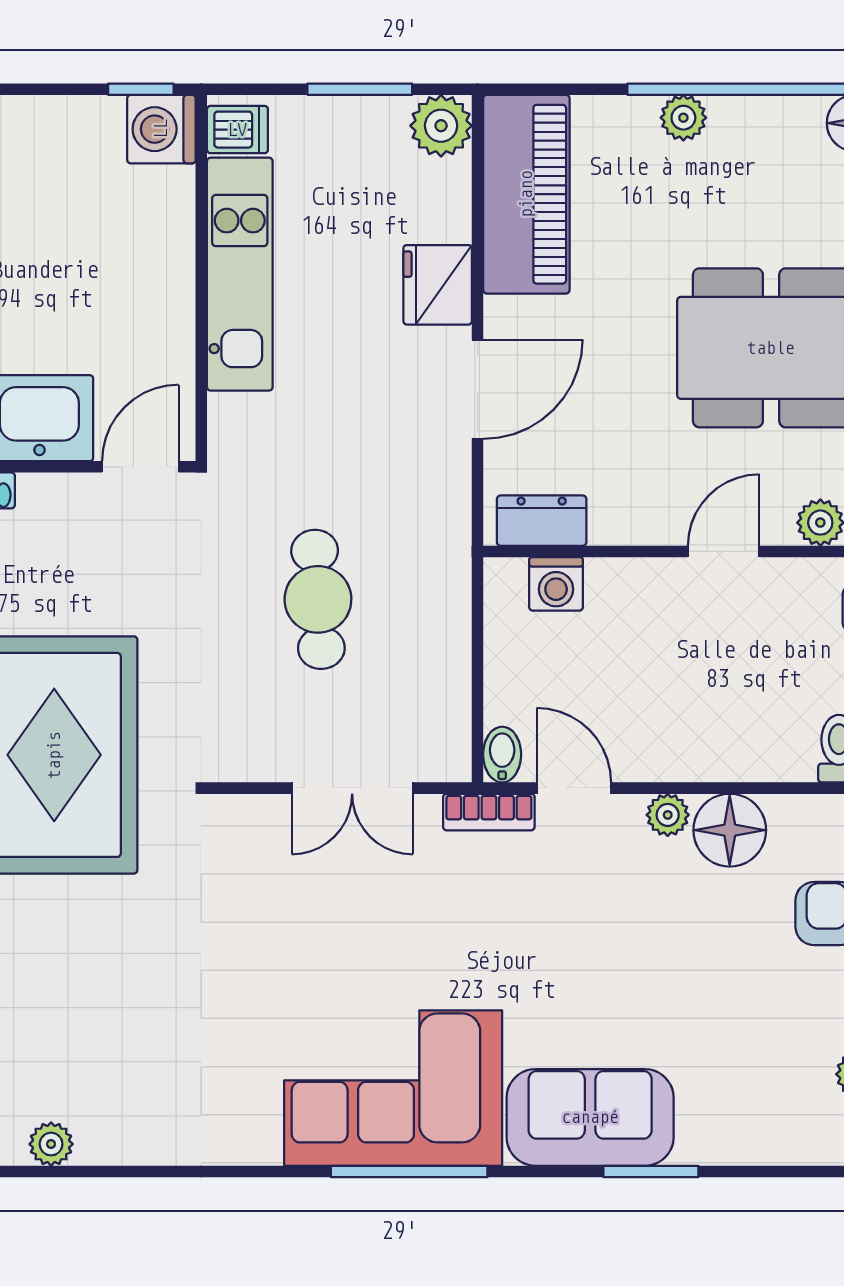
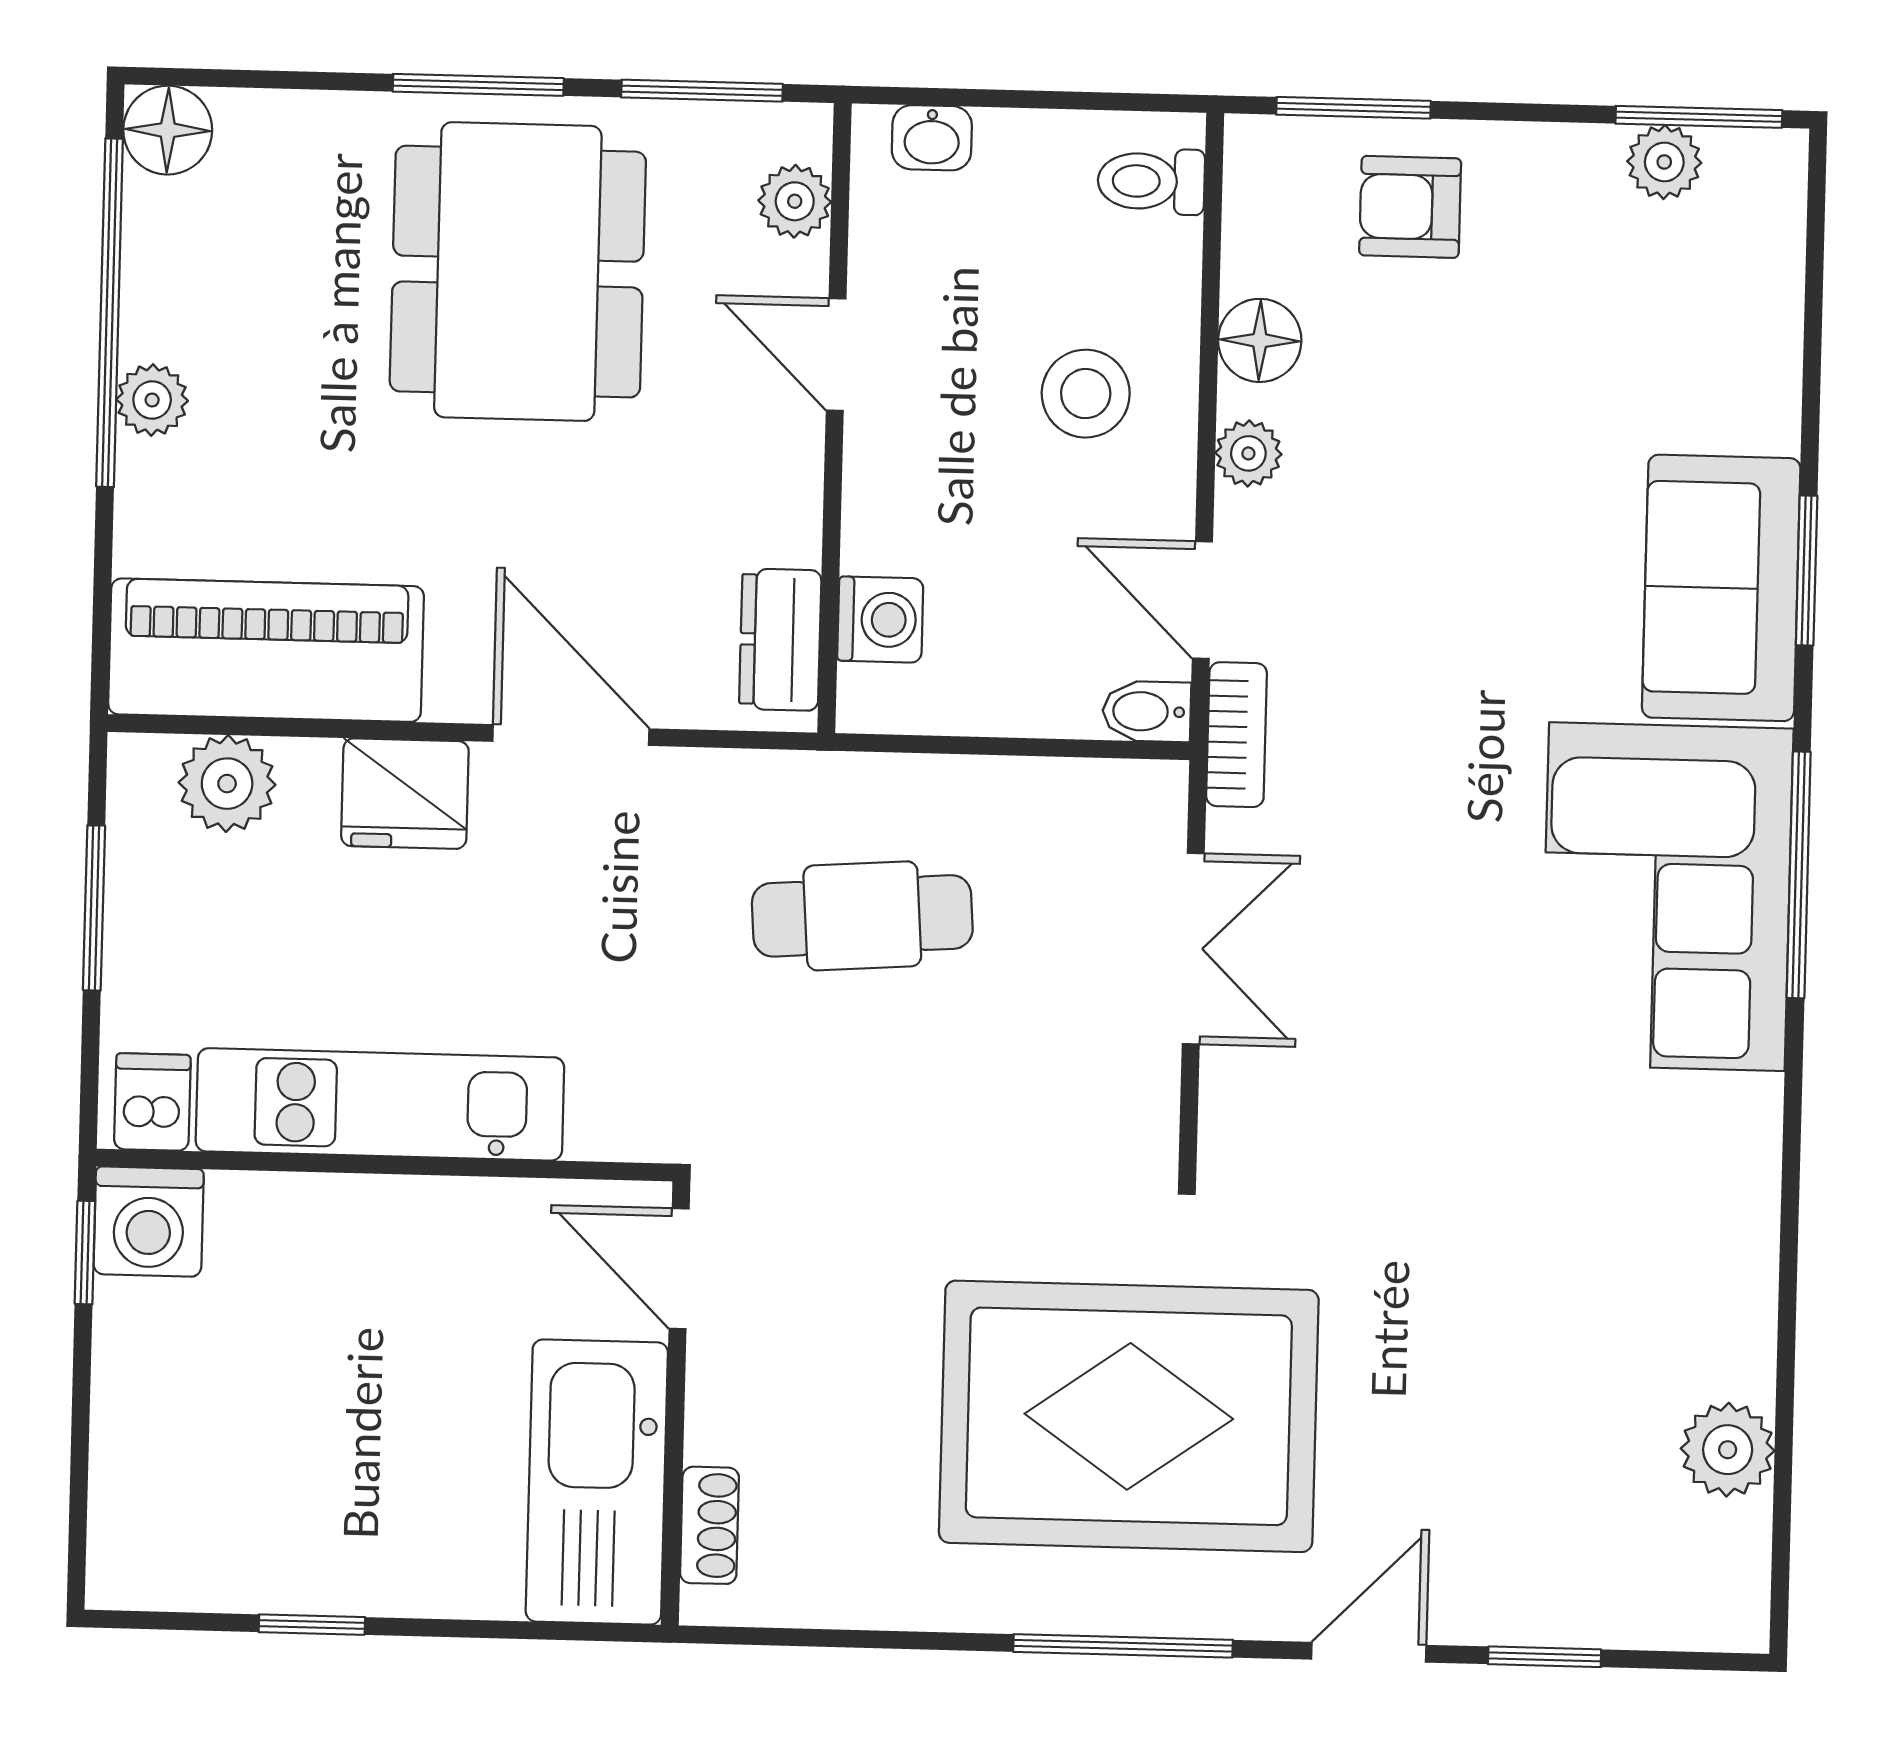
plant: (441, 126) -> (227, 784), moved
cafe table: (318, 599) -> (862, 916), moved
stool: (703, 711) -> (1086, 394), added
door: (574, 788) -> (1202, 600), hinge flipped
floor lamp: (730, 830) -> (1260, 340), width x0.73, depth x0.73
plant: (51, 1144) -> (1728, 1450), width x1.38, depth x1.38
window: (651, 1171) -> (1807, 570), moved

